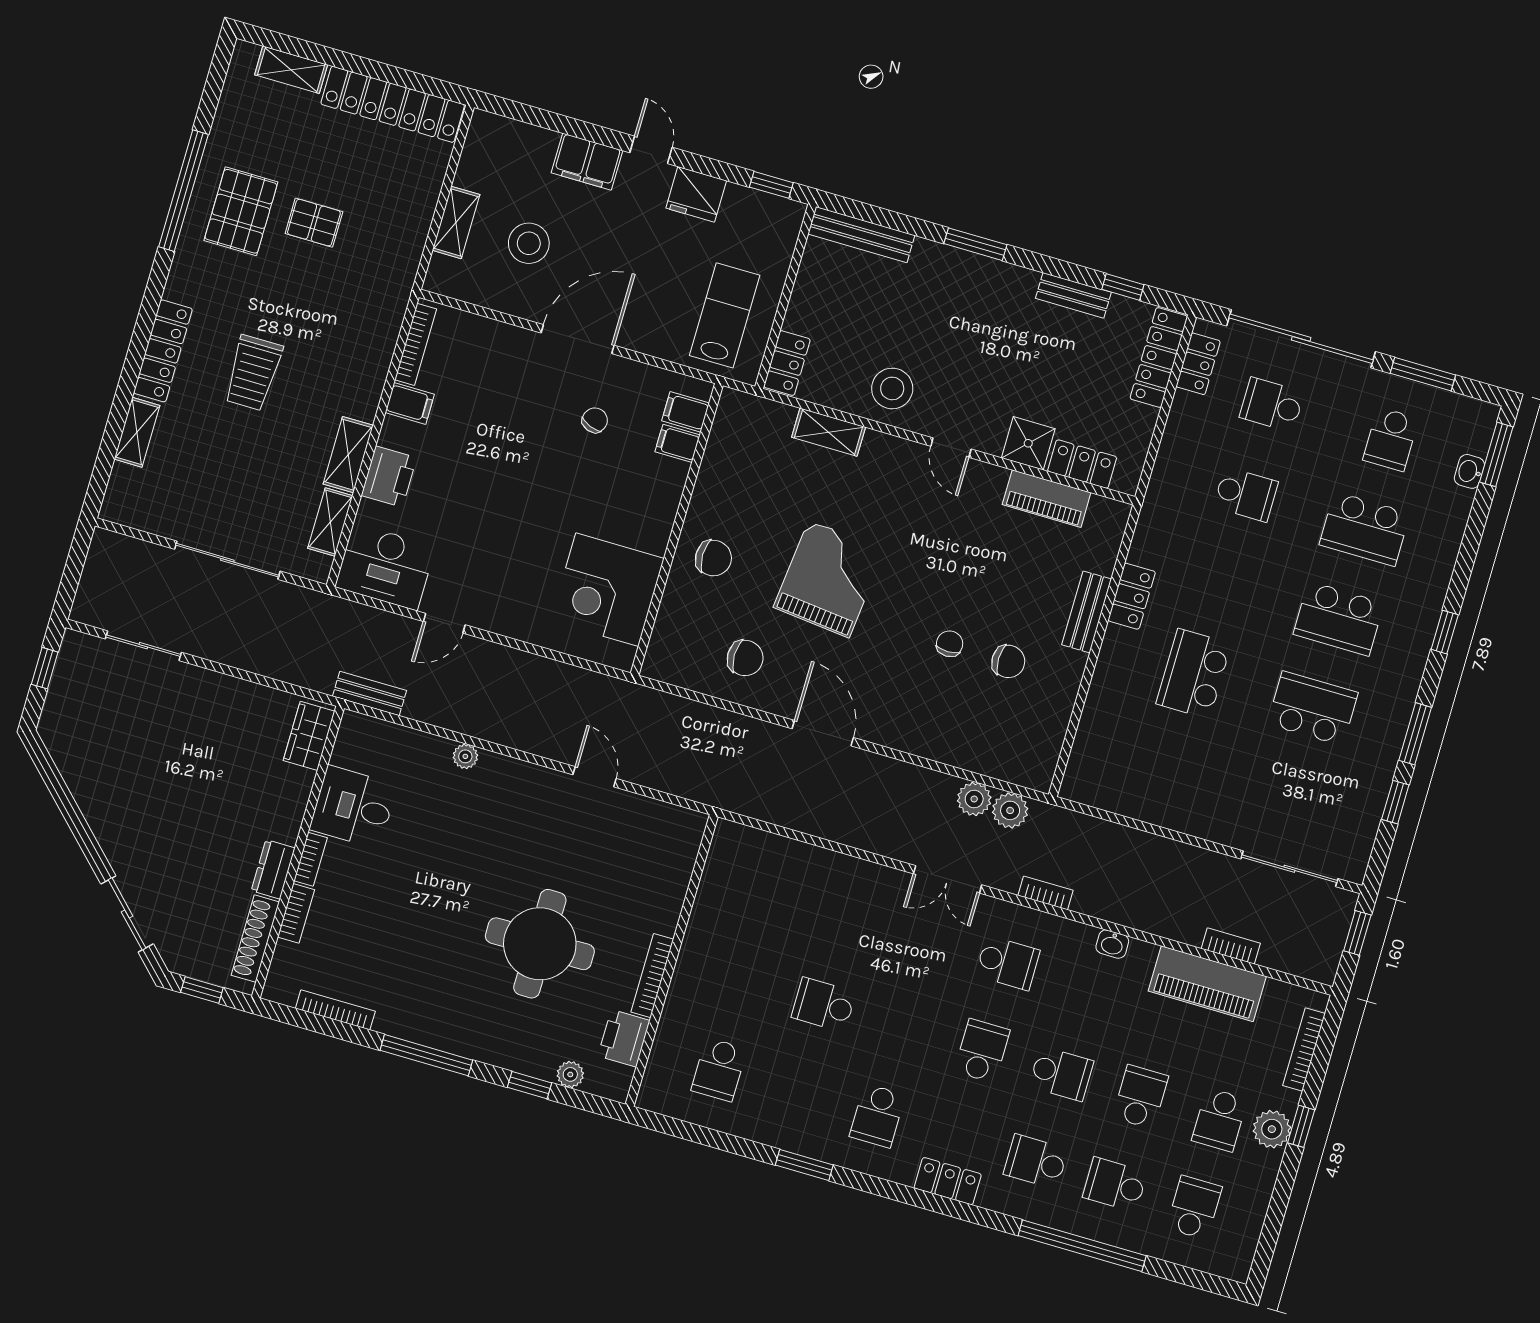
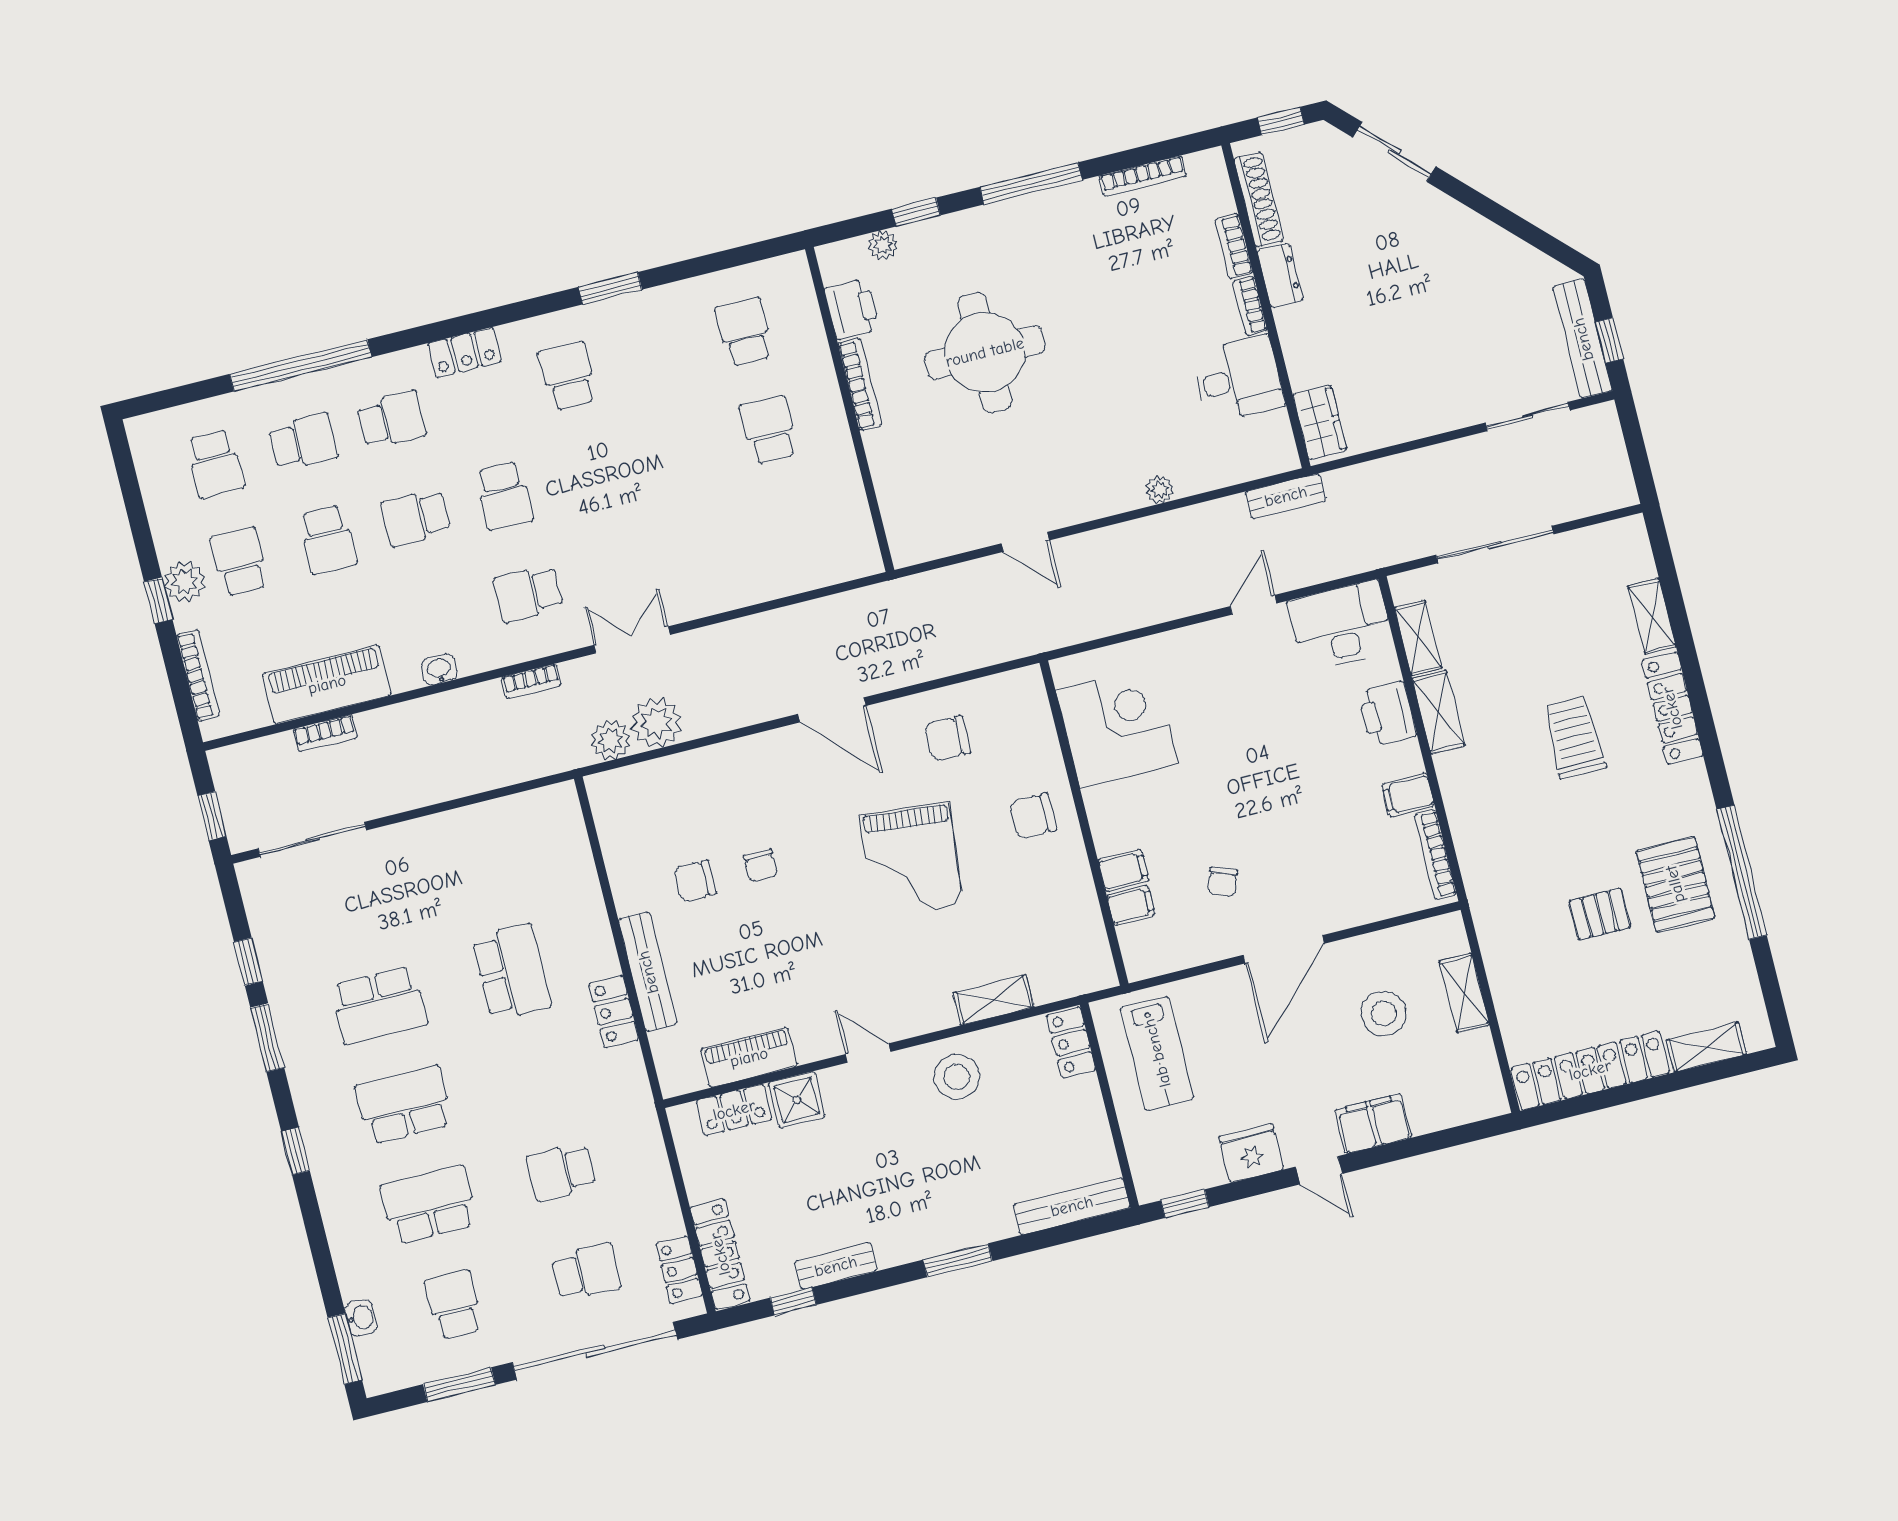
filing cabinet: (686, 412) -> (1123, 870), moved
bench: (1087, 612) -> (648, 972), width x1.36
bench: (65, 682) -> (1583, 339), added
plant: (974, 799) -> (656, 723), width x1.36, depth x1.36
school desk: (824, 1005) -> (769, 430), moved, turned -90

